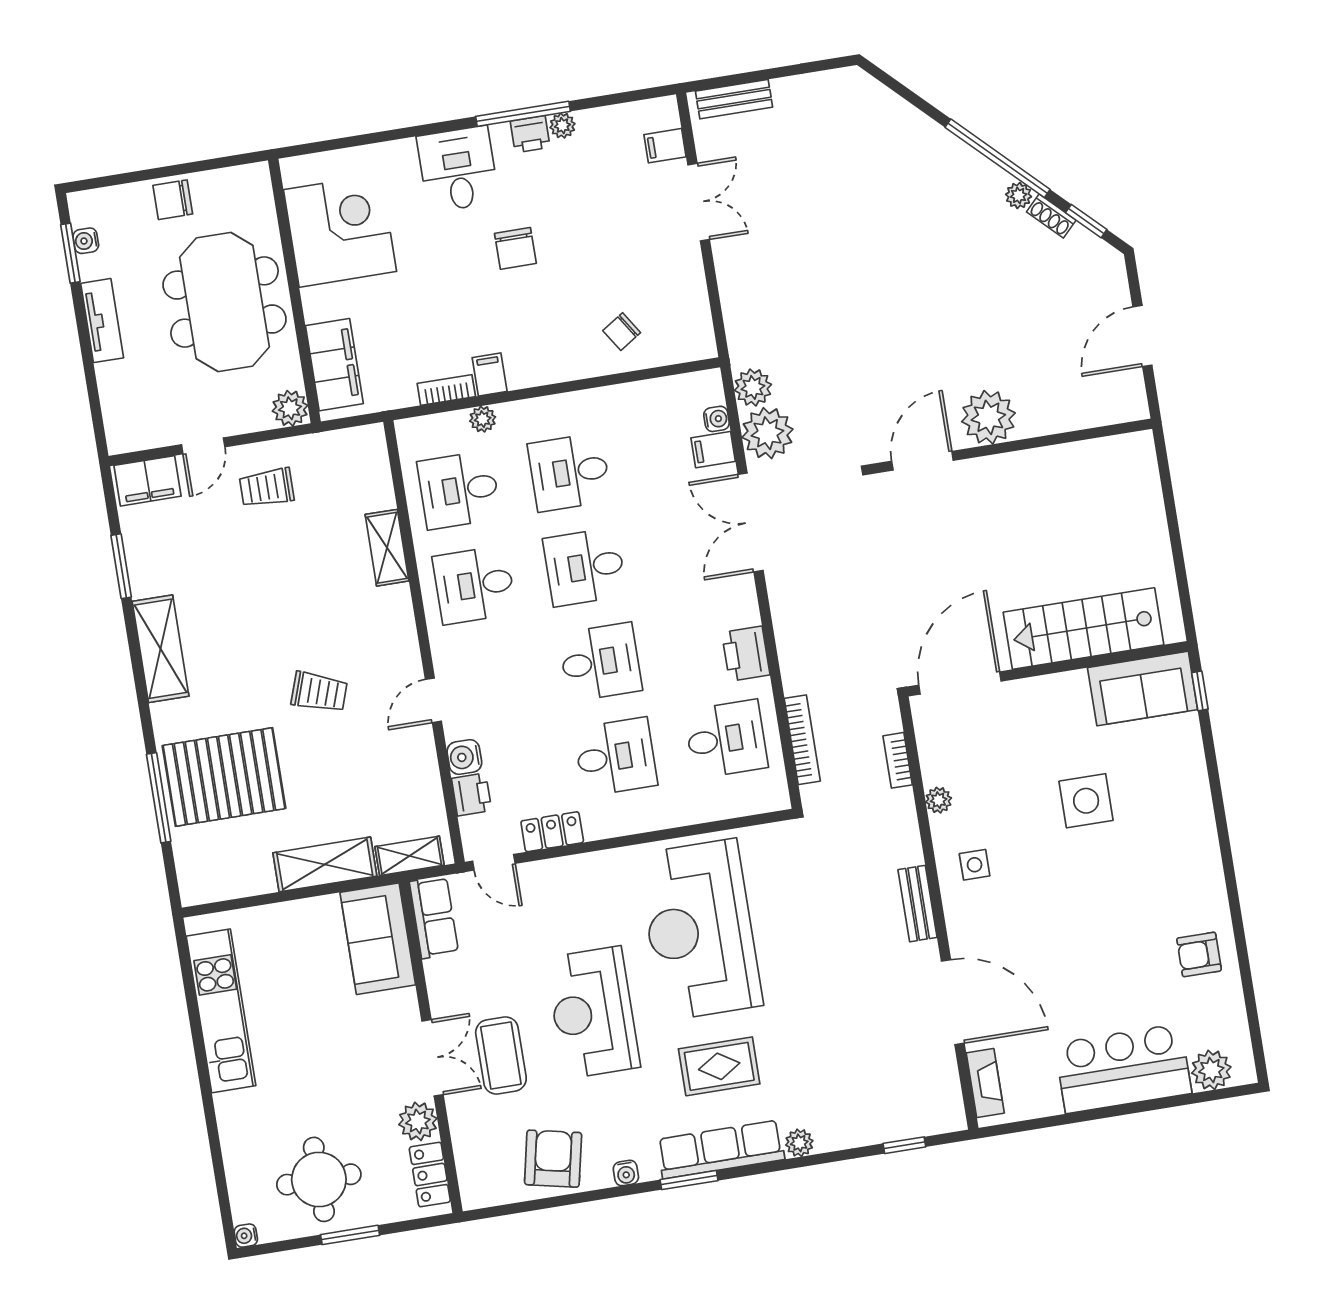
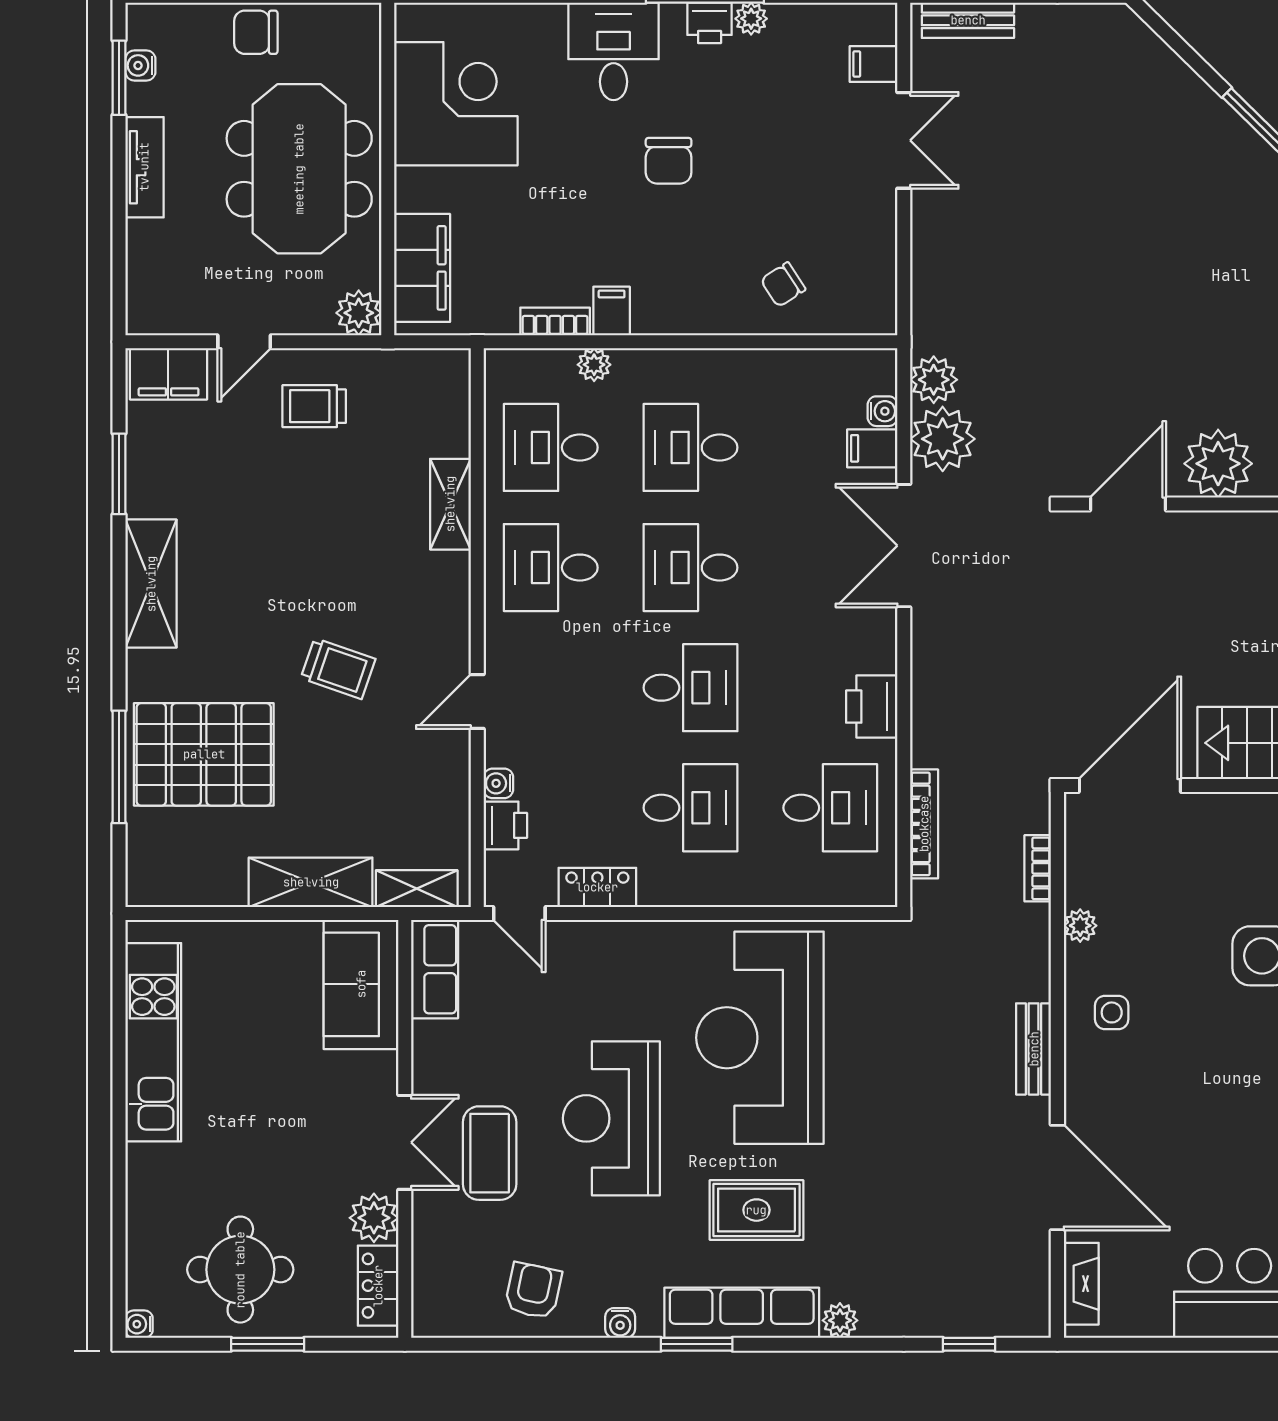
water cooler: (464, 757) -> (498, 783), width x0.72, depth x0.72
armchair: (553, 1159) -> (533, 1291), width x0.72, depth x0.72

